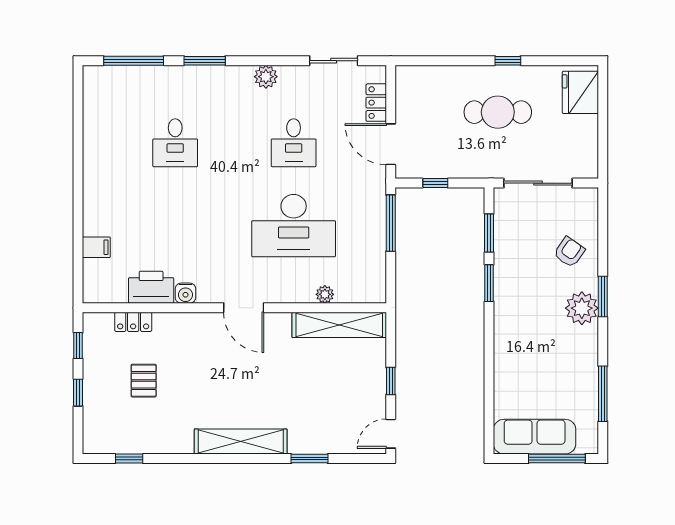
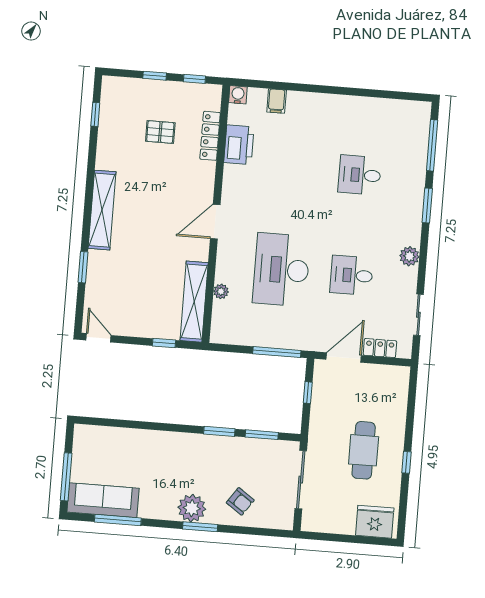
water cooler: (185, 293) -> (238, 95), moved, turned 90
locker: (133, 322) -> (210, 136), width x1.53
window: (391, 381) -> (164, 343), moved
sofa: (535, 437) -> (103, 500), moved, turned -90

